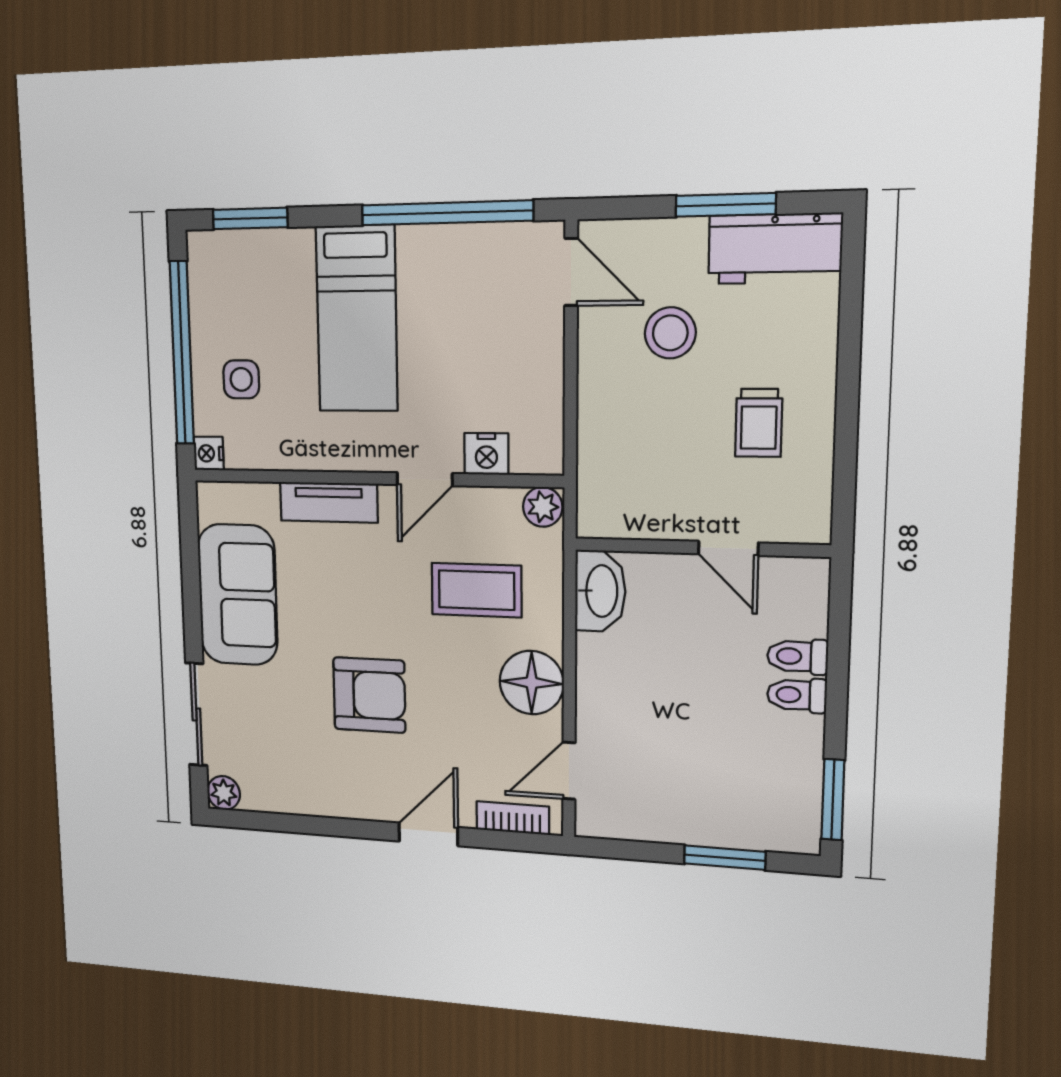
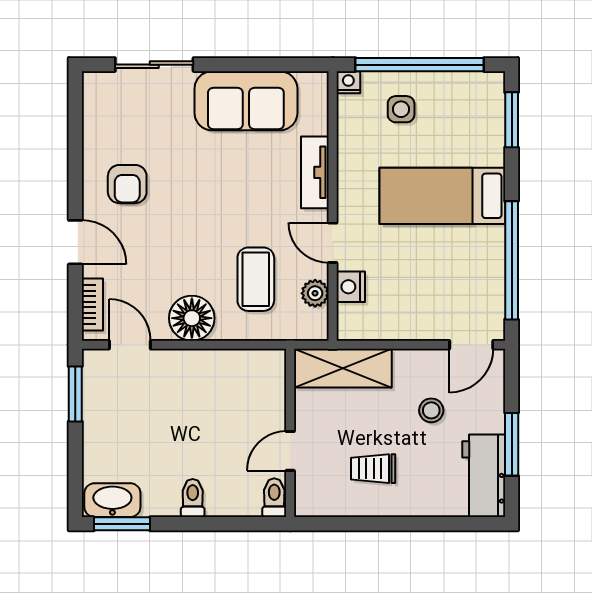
stool: (670, 333) -> (431, 410), width x0.73, depth x0.73
shelving: (605, 467) -> (343, 368), added
plant: (543, 507) -> (315, 293), moved
washbasin: (600, 591) -> (112, 500), moved, turned 180
toilet: (797, 656) -> (274, 498), moved
armchair: (369, 695) -> (127, 184), moved, width x0.72, depth x0.72
plant: (224, 793) -> (95, 84), removed
window: (725, 858) -> (75, 394), moved

